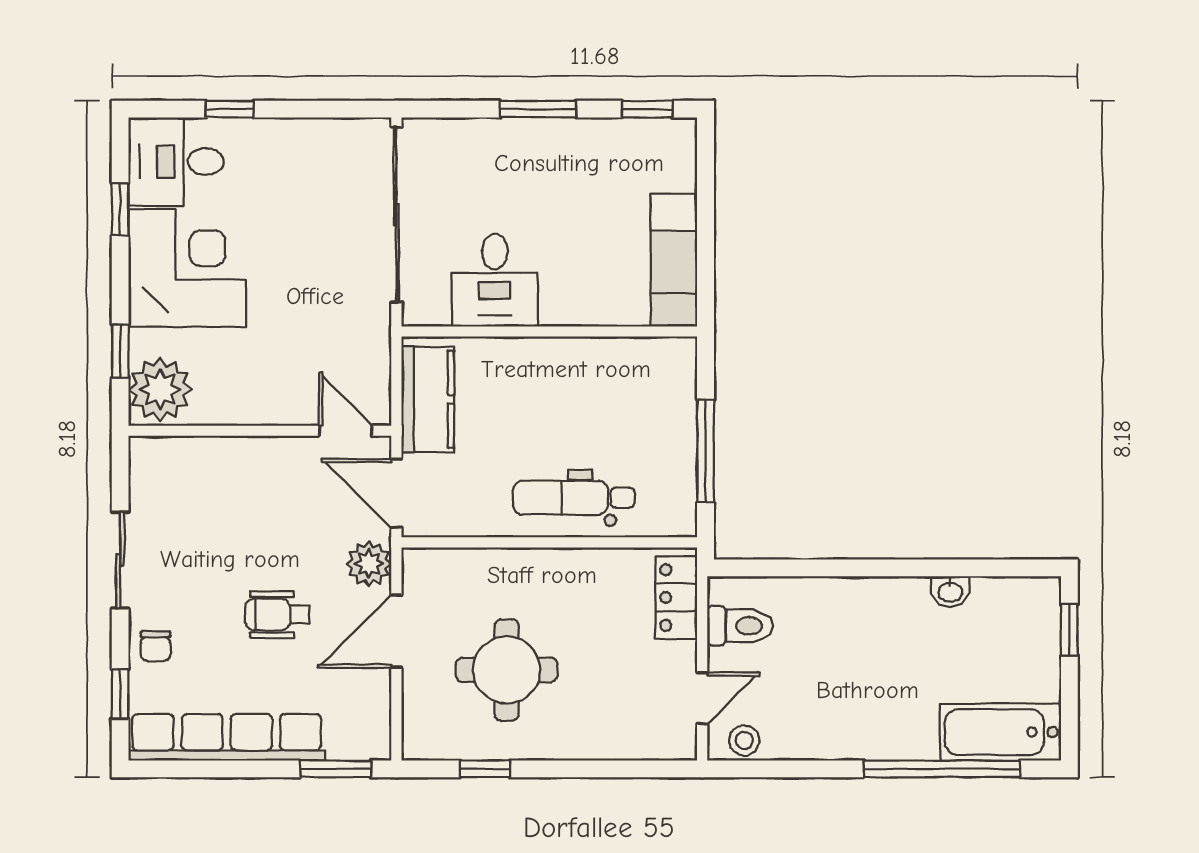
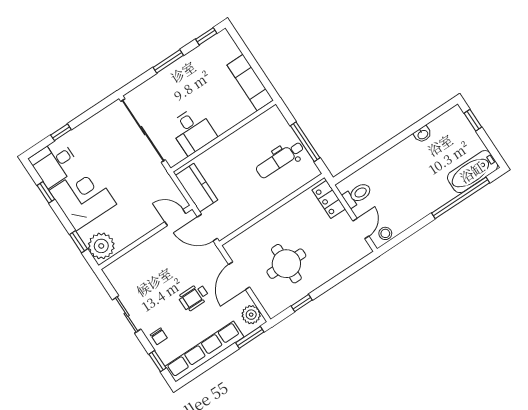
dental chair: (574, 498) -> (280, 160), moved
plant: (369, 564) -> (251, 315), moved

